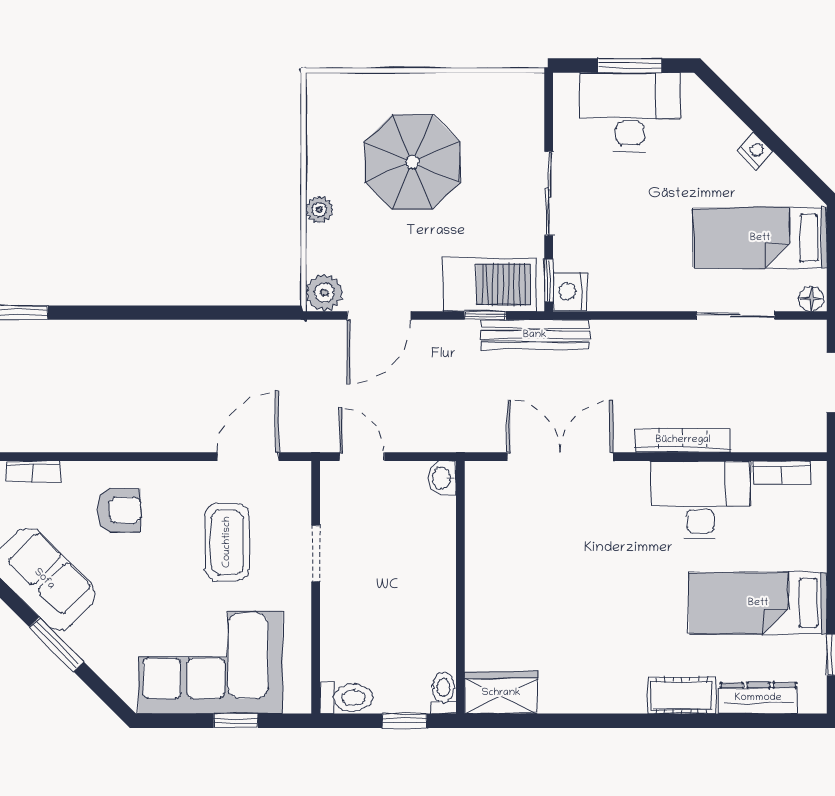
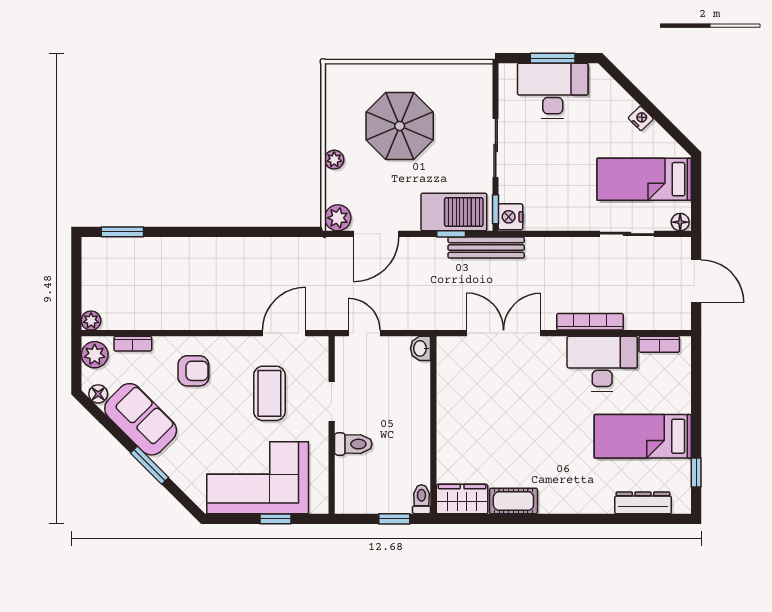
cot: (682, 695) -> (513, 501), moved
toilet: (346, 698) -> (353, 444), moved

